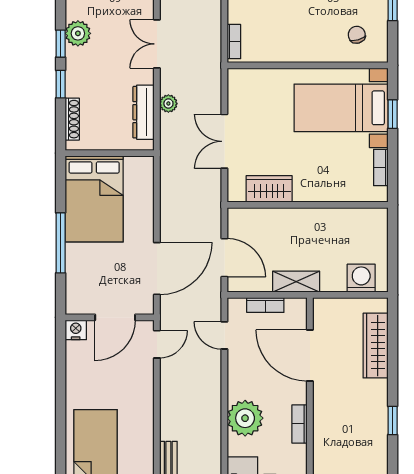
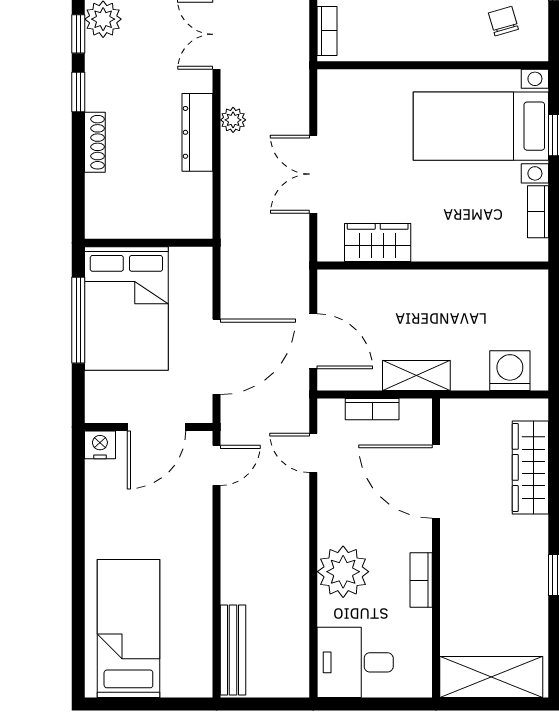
wall: (110, 153) -> (149, 243), moved
bed: (94, 199) -> (126, 308), moved

